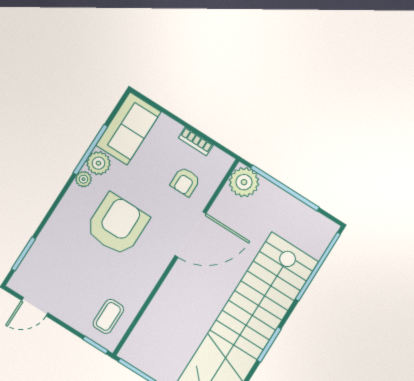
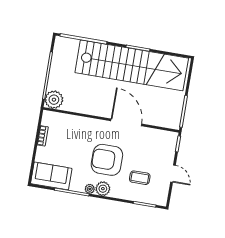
plant: (98, 163) -> (103, 189), moved
armchair: (185, 182) -> (67, 132), removed
door: (190, 234) -> (126, 122), moved
door: (35, 307) -> (173, 174), moved
coffee table: (108, 316) -> (140, 178), moved

